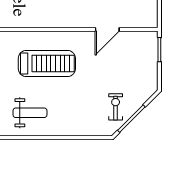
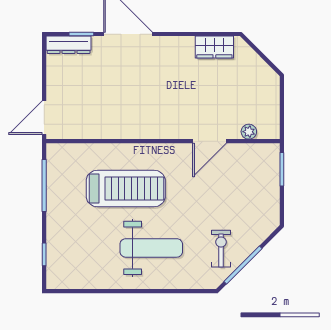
plant: (136, 23) -> (249, 132), added
weight bench: (30, 113) -> (151, 248), moved, width x1.36, depth x1.33

